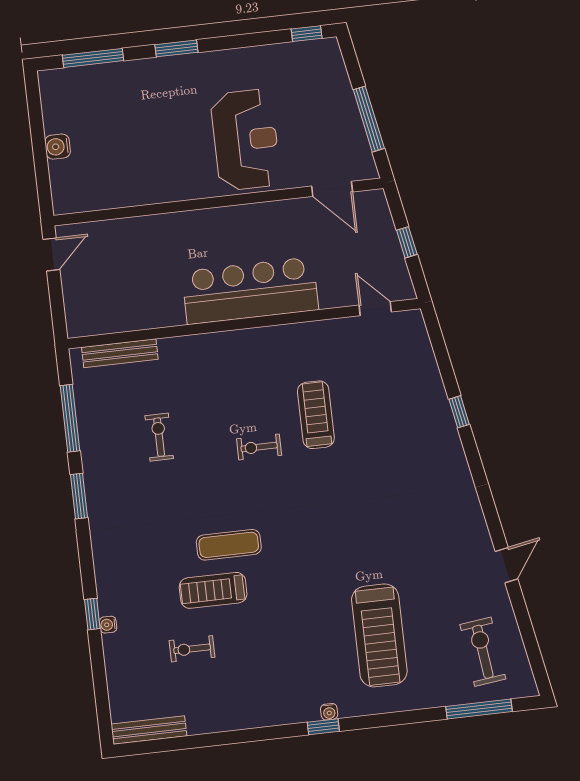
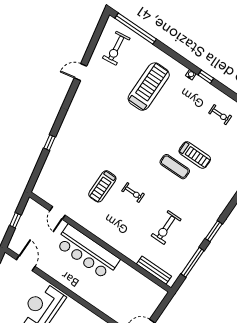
door: (375, 309) -> (57, 213), moved
exercise bike: (159, 437) -> (166, 227), width x1.38, depth x1.39
exercise bike: (192, 649) -> (220, 115), moved
window: (479, 709) -> (136, 29), width x1.46
window: (323, 727) -> (206, 77), moved

